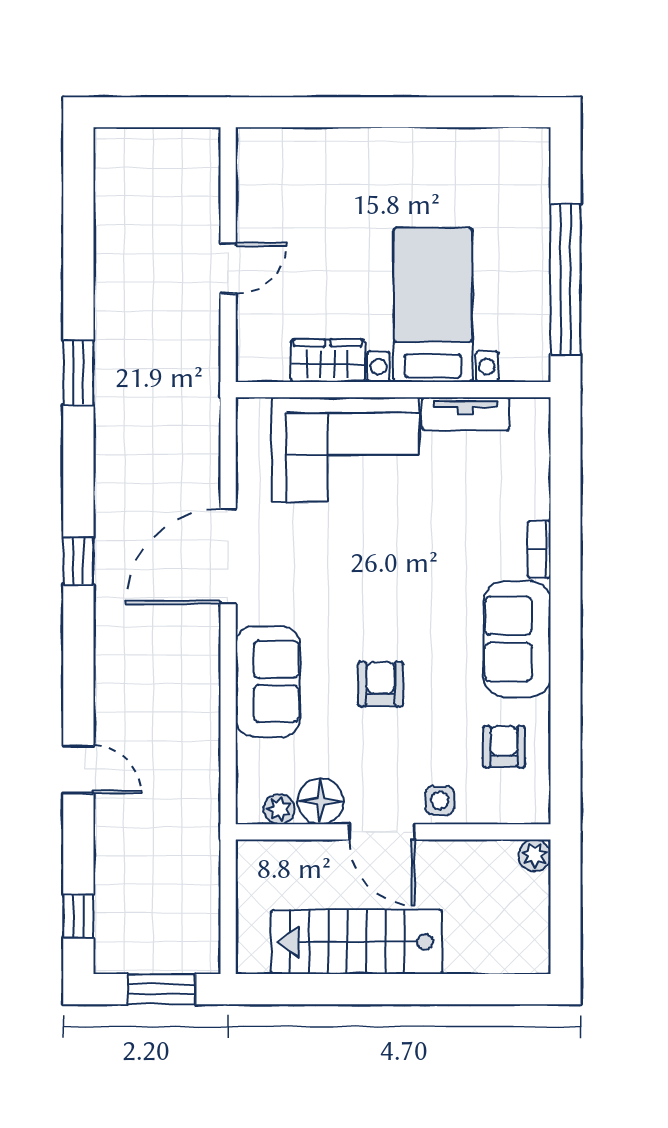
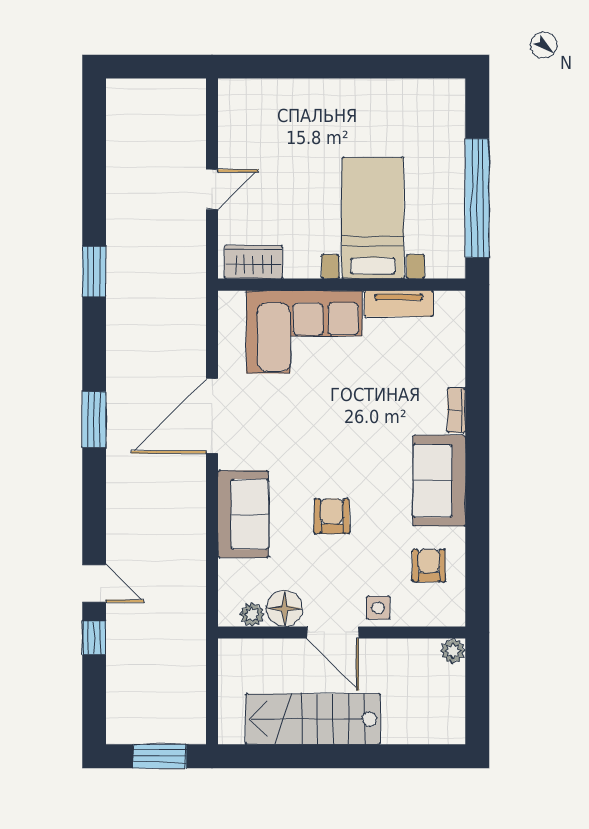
wardrobe: (328, 361) -> (253, 262), moved
window: (78, 561) -> (94, 420), width x1.50
window: (78, 916) -> (94, 638), moved

